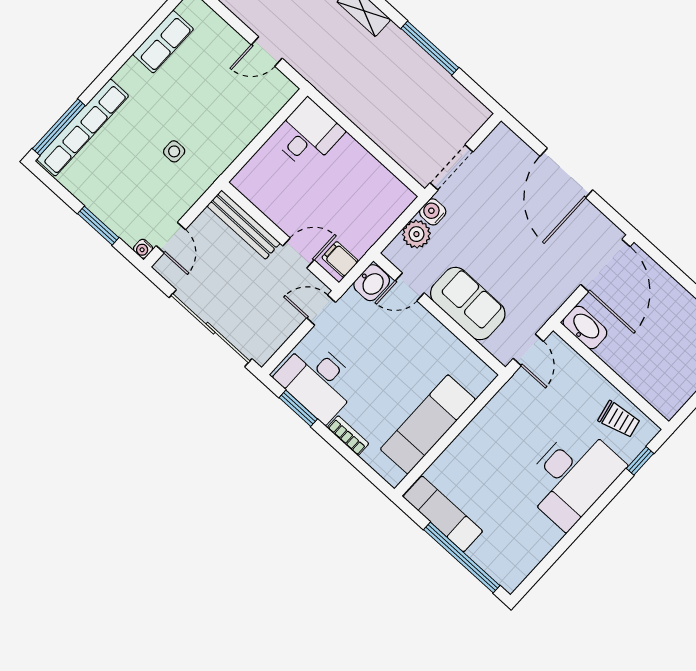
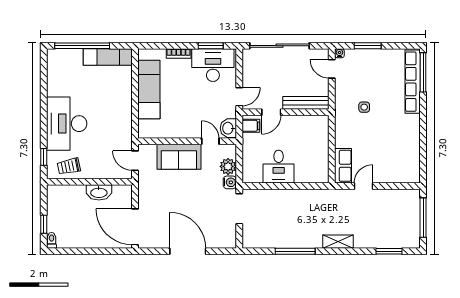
row of seats: (163, 42) -> (343, 166), moved, turned 180
desk: (308, 134) -> (279, 167), moved
door: (410, 287) -> (210, 141), hinge flipped
washbasin: (585, 327) -> (99, 192), moved

